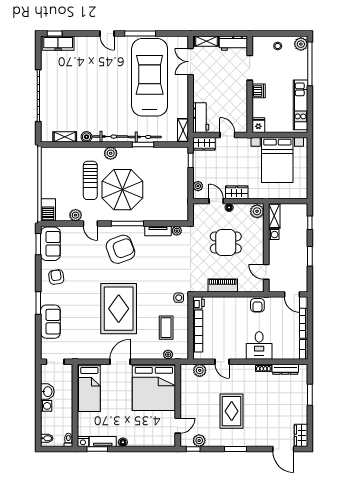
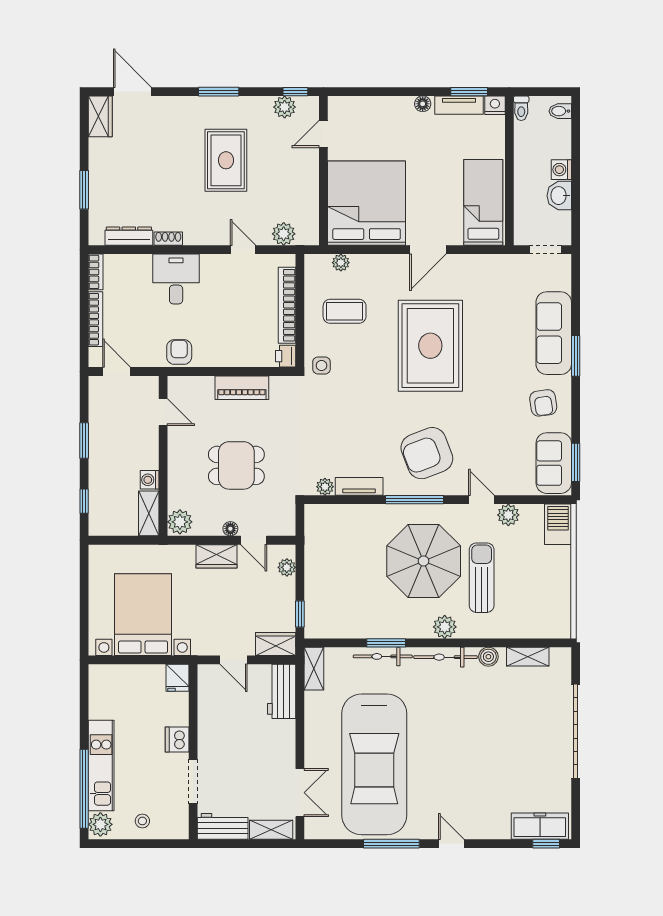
kitchen unit: (300, 105) -> (101, 765), moved
sofa: (50, 322) -> (554, 333), width x1.36
coffee table: (166, 328) -> (345, 311), turned 90

